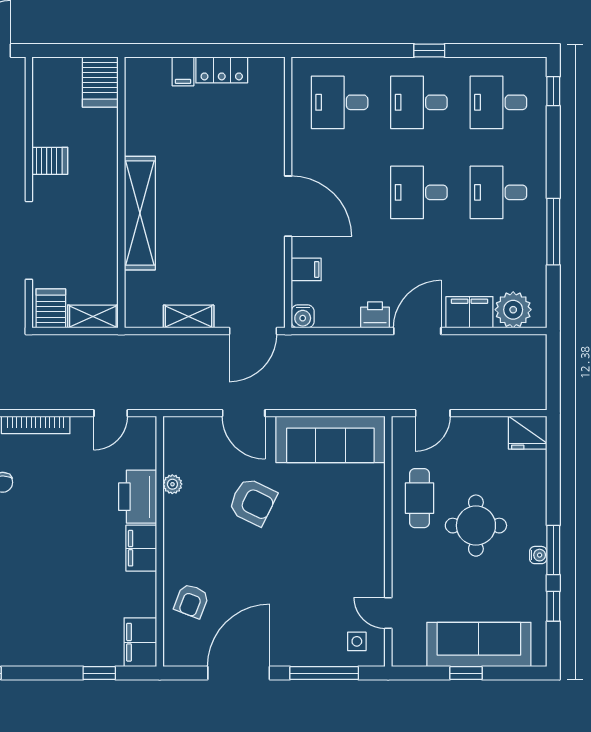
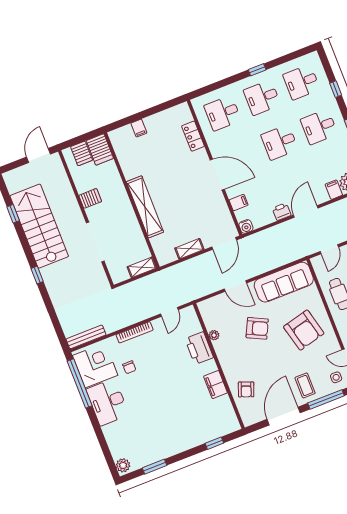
locker: (222, 70) -> (193, 136), moved, turned 90
window: (553, 91) -> (336, 89), moved
server rack: (51, 308) -> (82, 153), moved, turned 180
filing cabinet: (469, 312) -> (334, 190), width x0.50
armchair: (333, 537) -> (304, 330), added
filing cabinet: (141, 548) -> (216, 385), moved
coffee table: (297, 634) -> (305, 385), added
filing cabinet: (140, 642) -> (229, 420), removed

